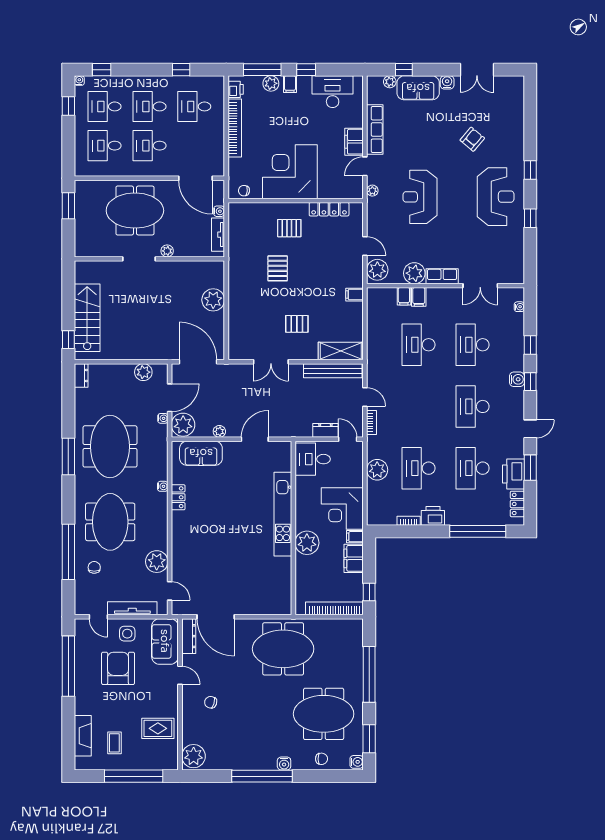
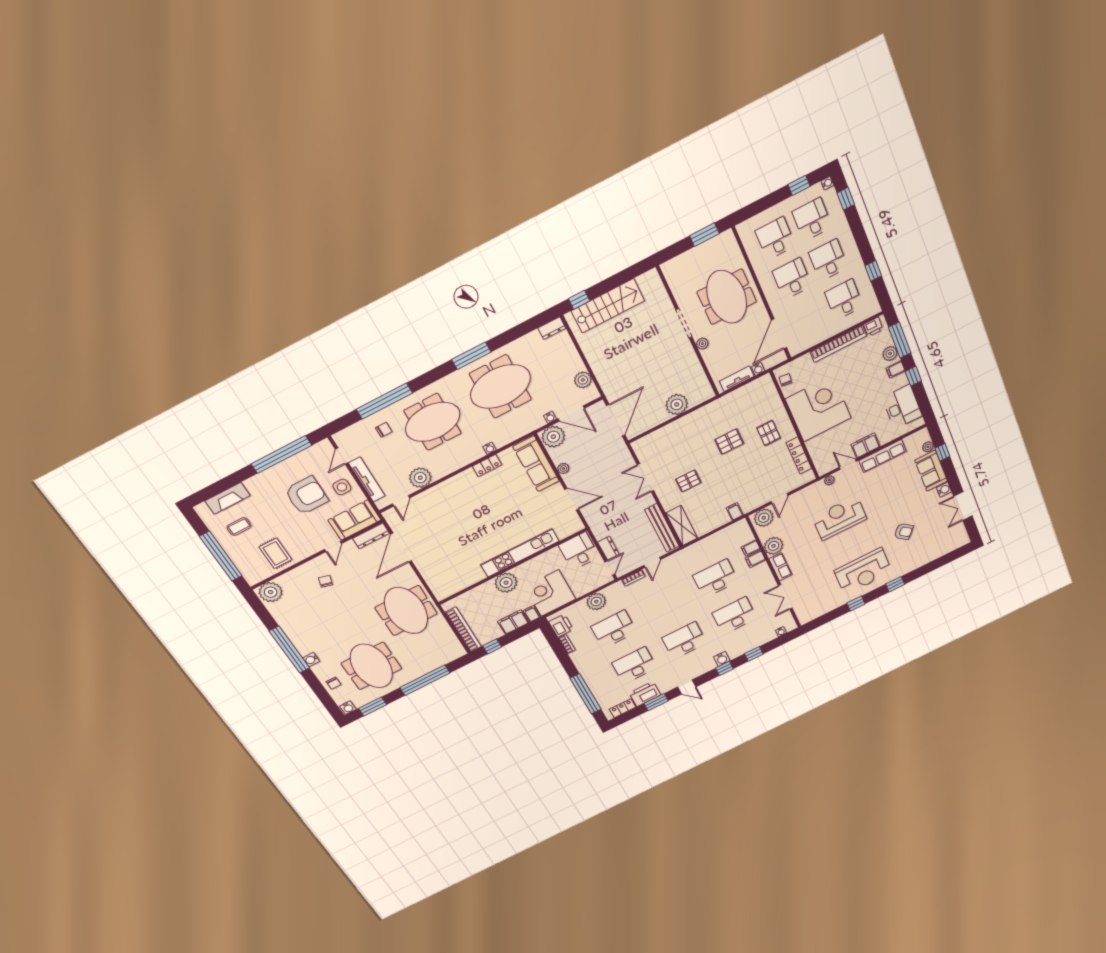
pallet: (297, 324) -> (688, 481), turned 90
sofa: (201, 453) -> (536, 464), width x1.36
printer: (433, 516) -> (561, 626), moved

